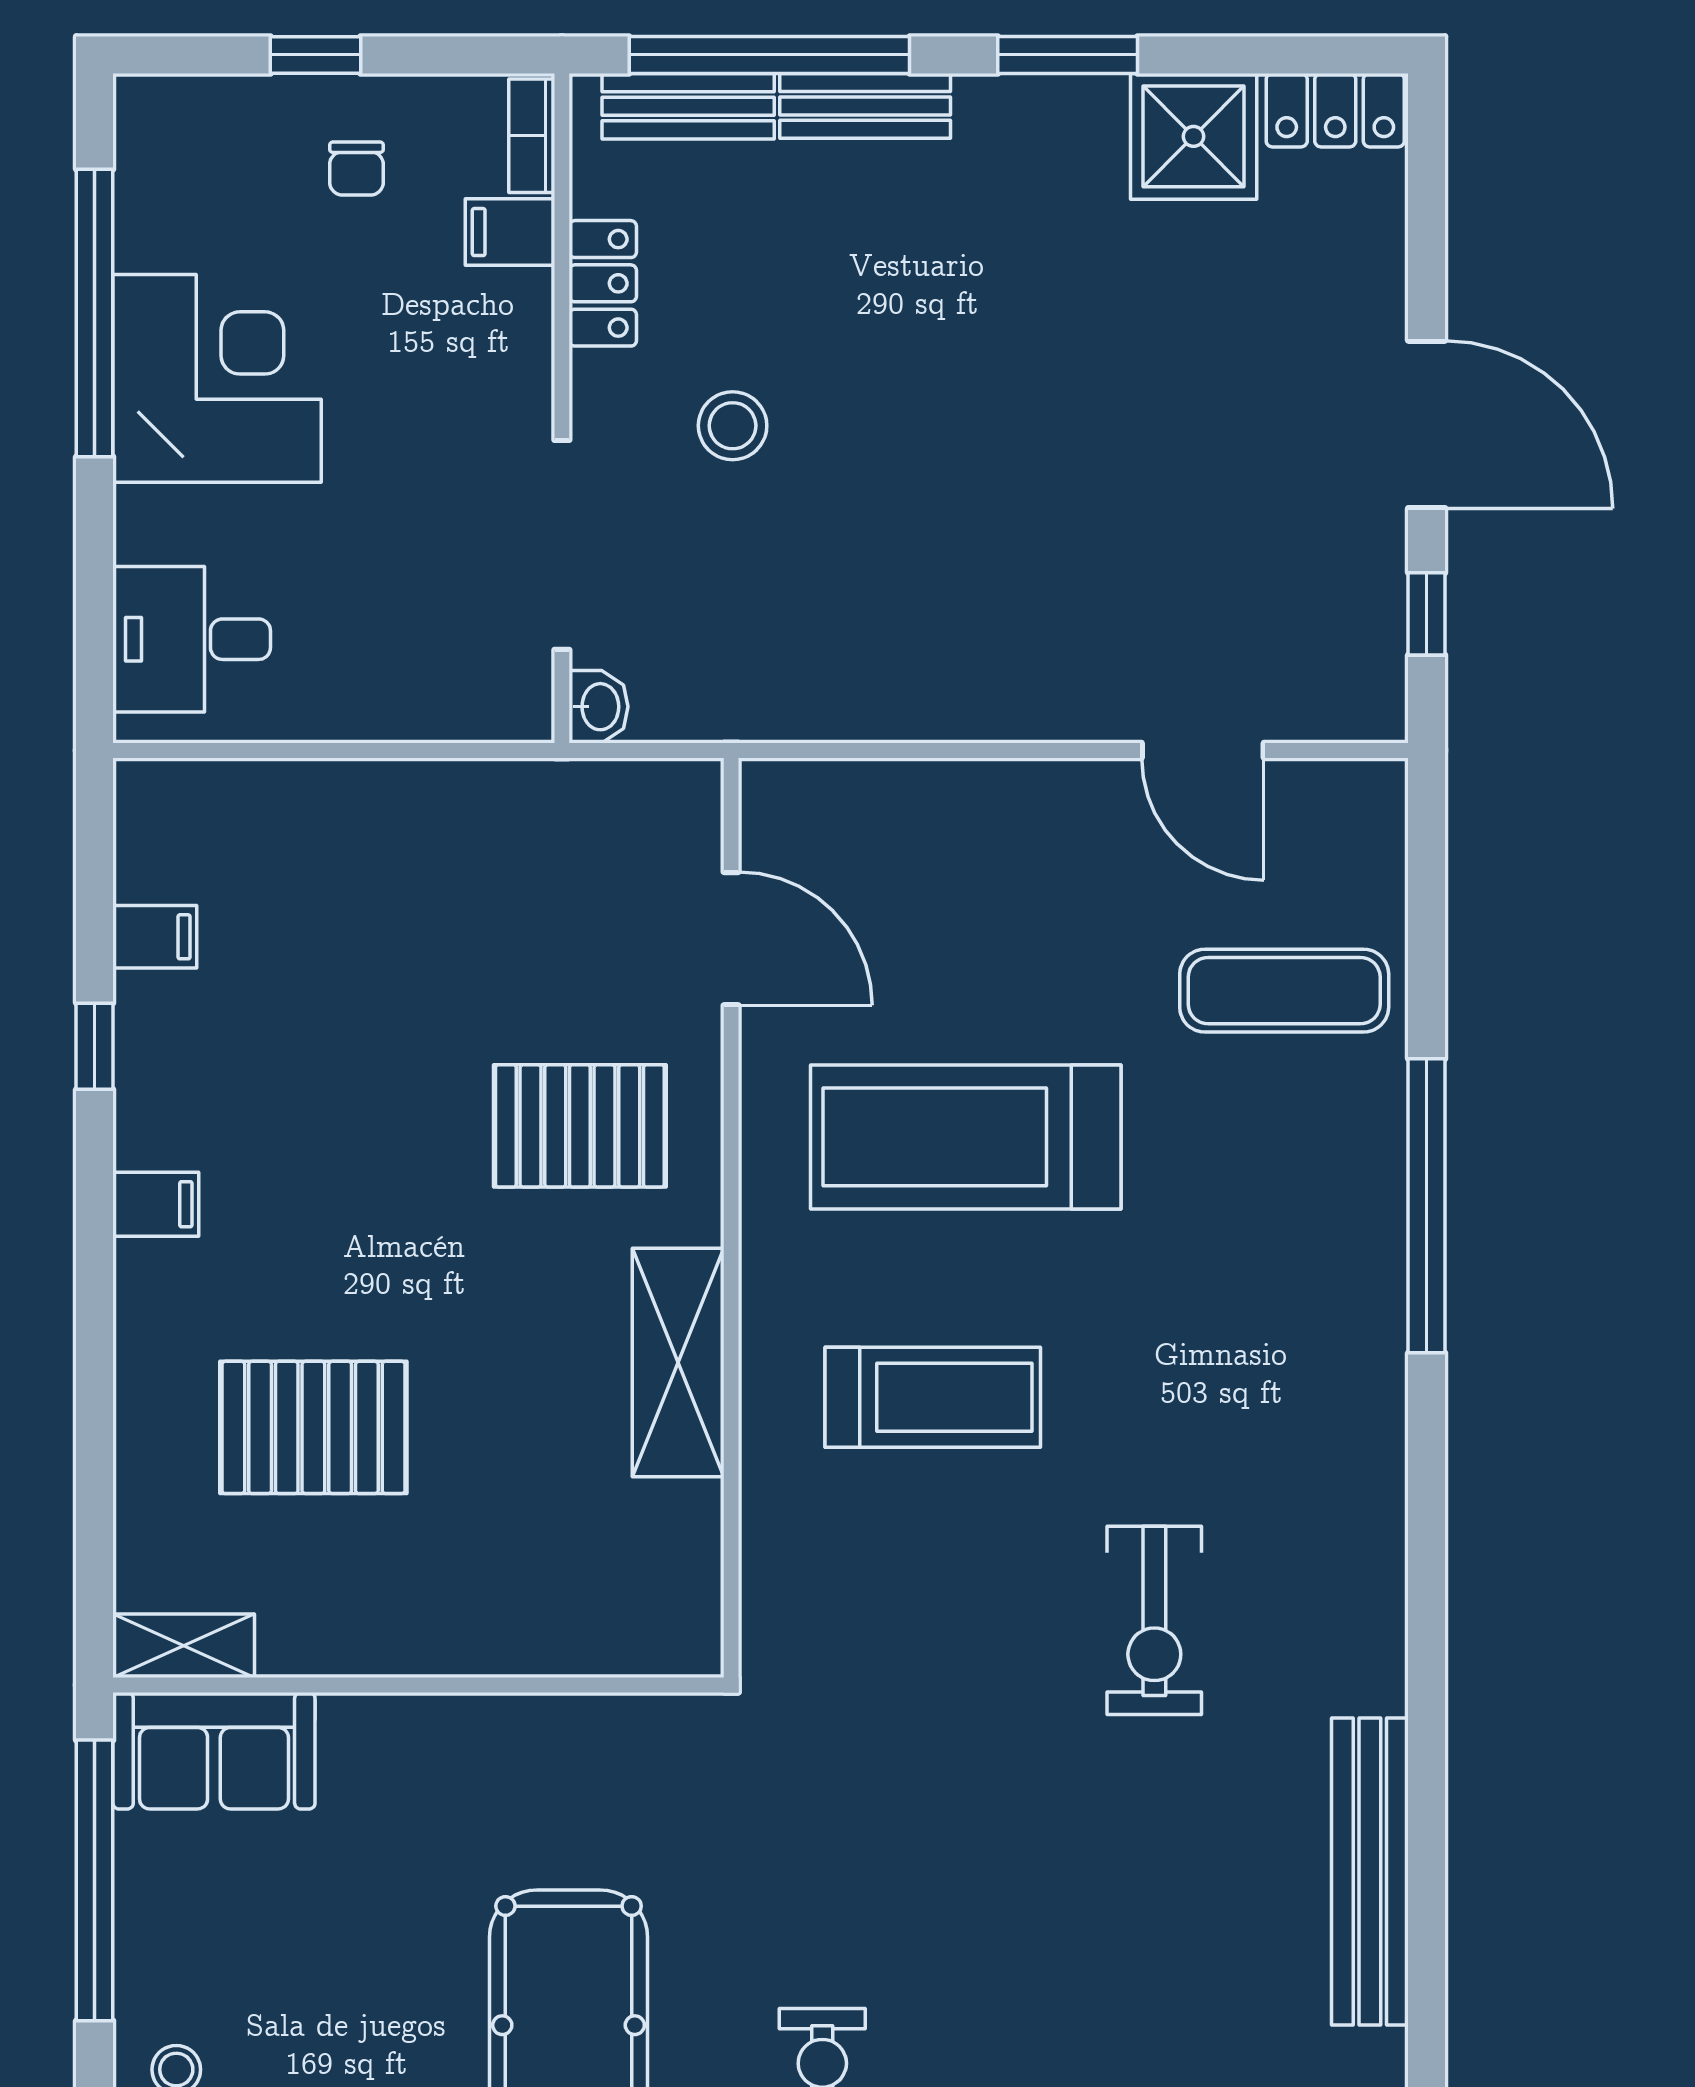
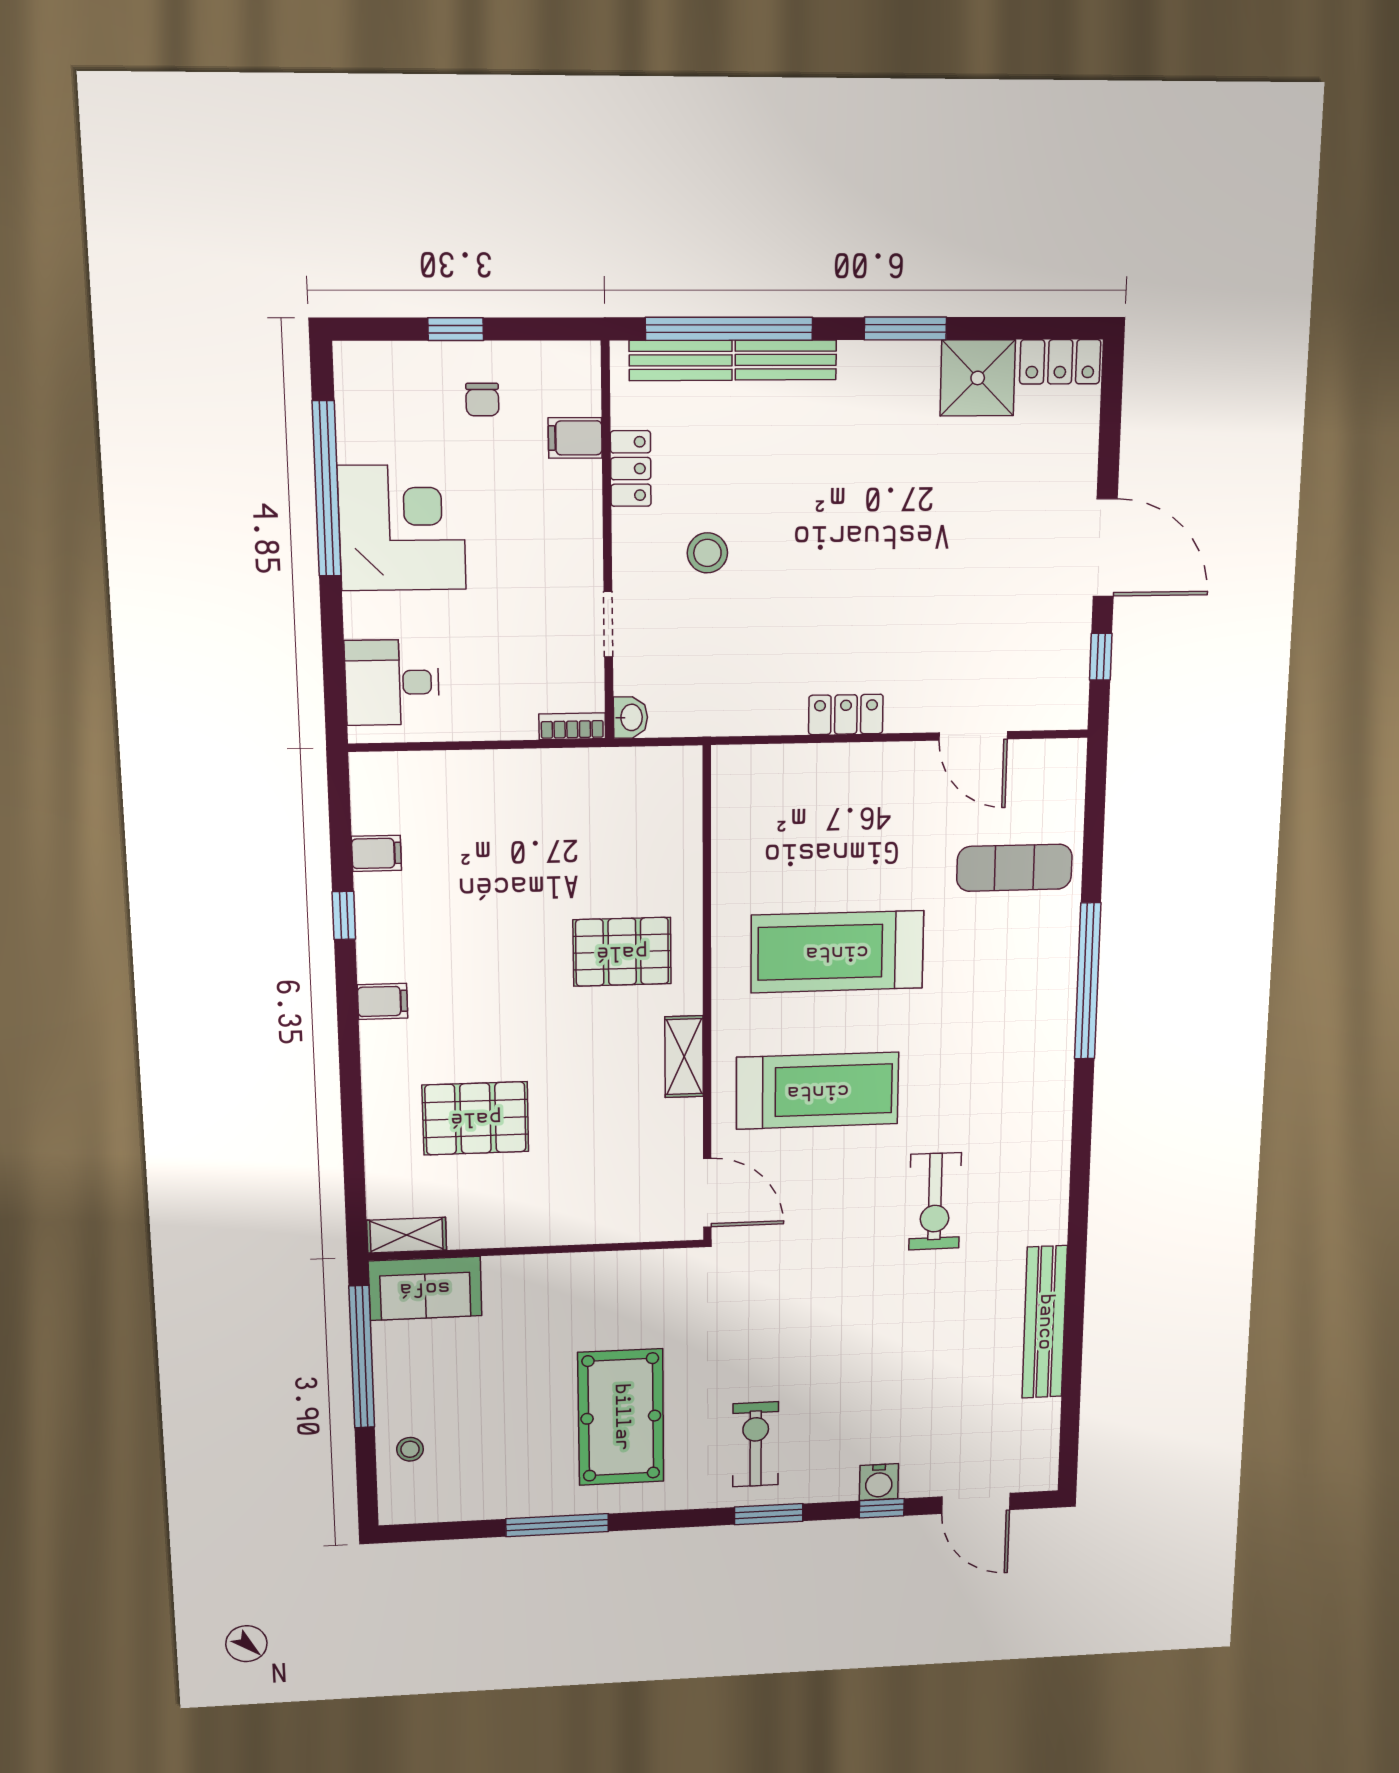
bookcase: (532, 136) -> (572, 726), moved, turned 90
doorway: (562, 545) -> (608, 624), width x0.53
locker: (975, 708) -> (846, 714), added
door: (731, 939) -> (707, 1193), moved
shelving: (678, 1362) -> (684, 1057), width x0.67, depth x0.75
treadmill: (933, 1397) -> (818, 1091), width x1.37, depth x1.38

